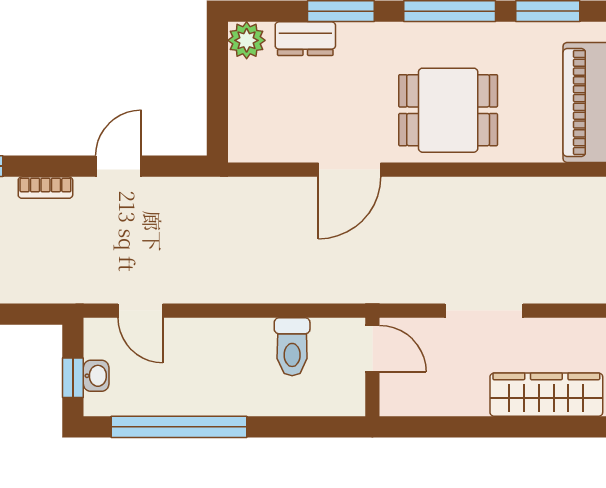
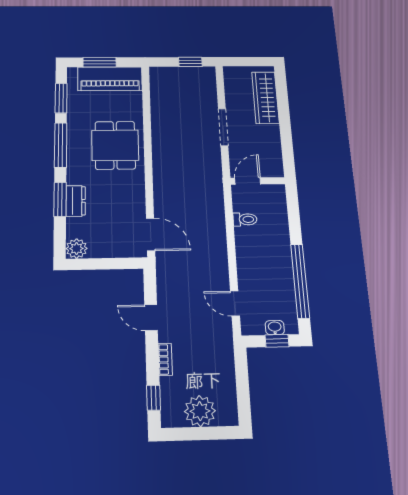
dresser: (305, 39) -> (76, 201), moved
door: (350, 170) -> (151, 234), moved
door: (140, 311) -> (235, 304), swing flipped
toilet: (292, 347) -> (245, 219), width x0.73, depth x0.72

